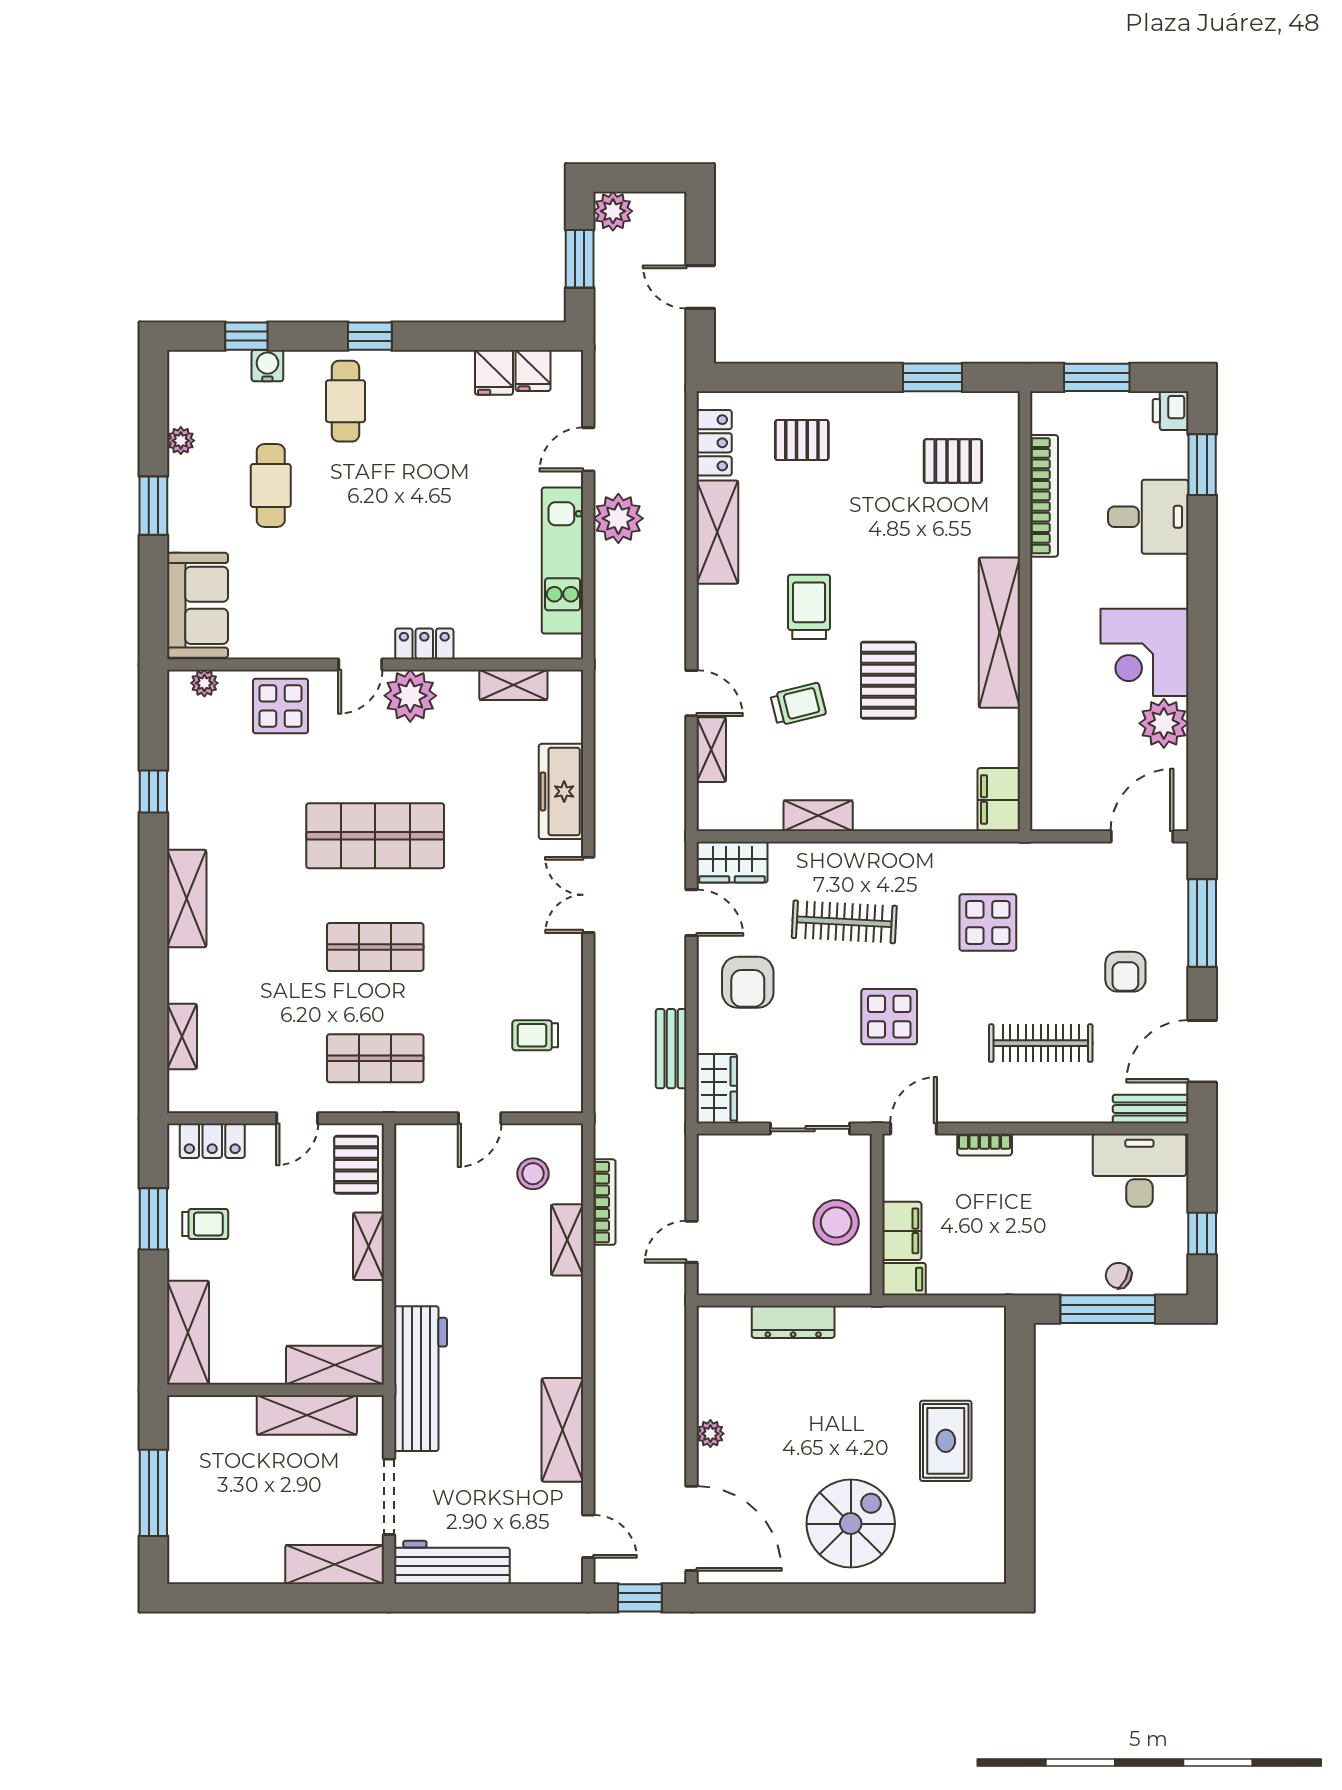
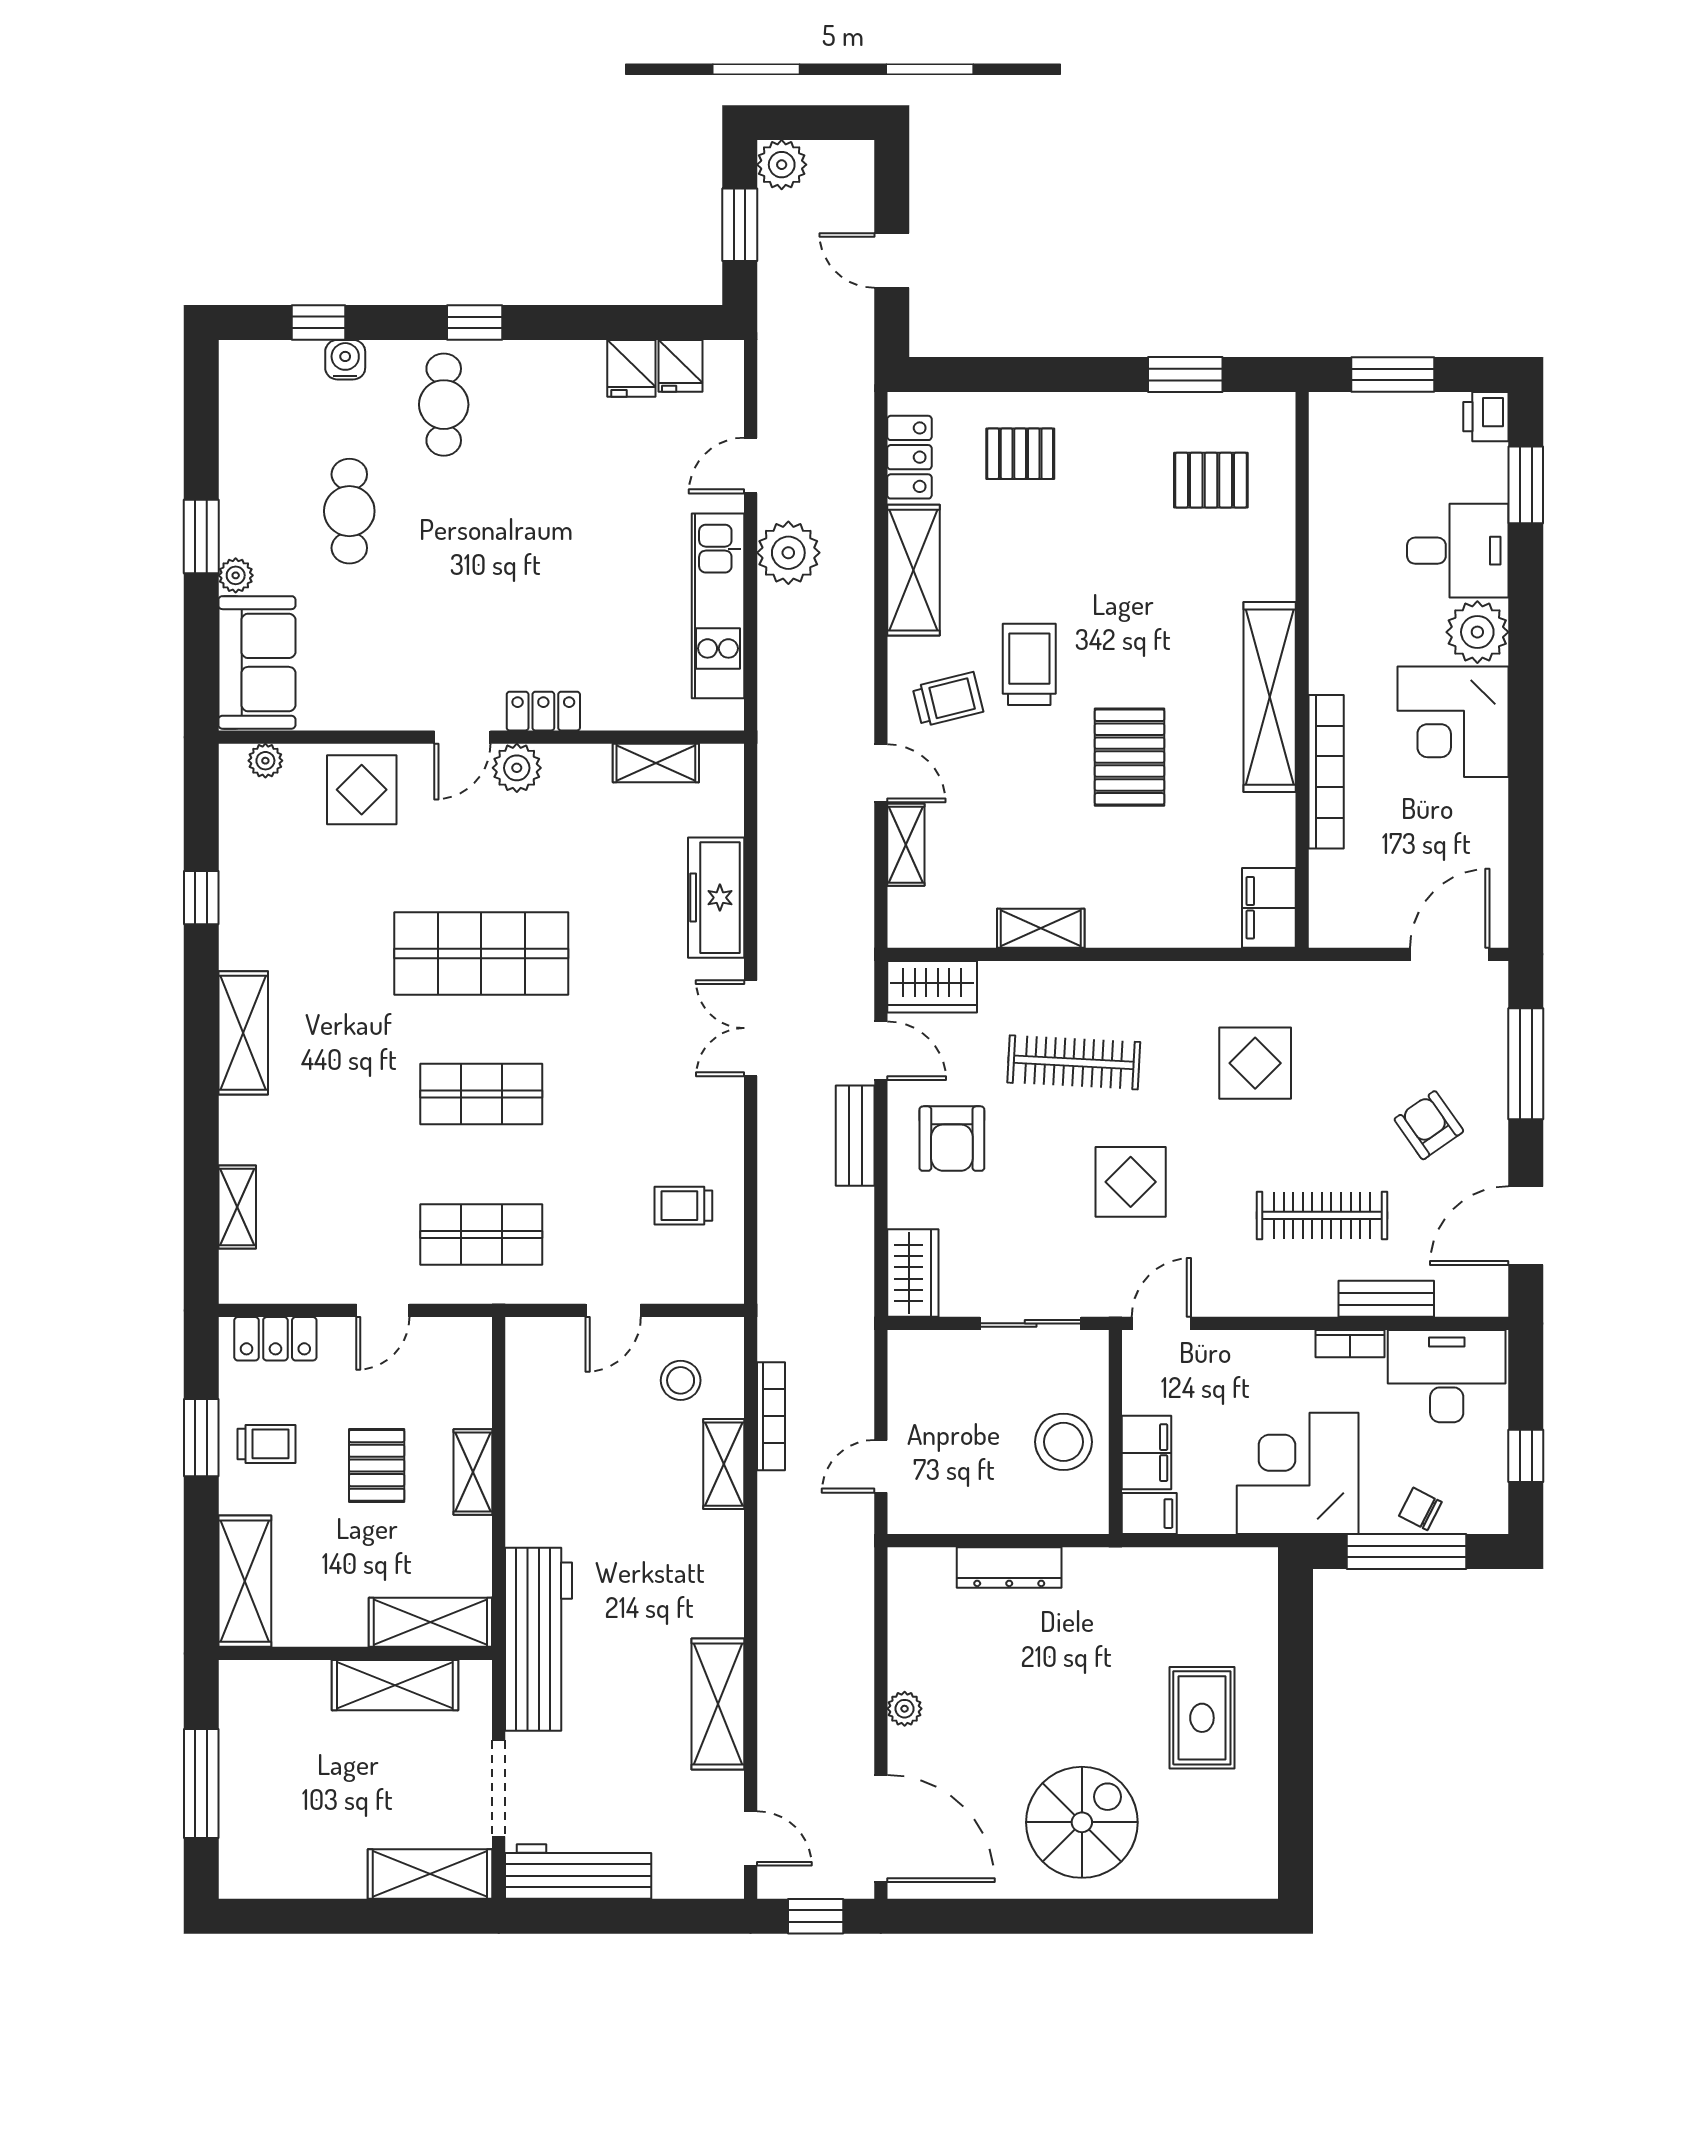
plant: (181, 441) -> (236, 575), moved
bookcase: (1044, 496) -> (1326, 772), moved
plant: (410, 696) -> (517, 768), width x0.73, depth x0.73
trolley: (798, 704) -> (948, 699), moved
plant: (1164, 723) -> (1477, 632), moved
armchair: (1125, 972) -> (1429, 1125), turned 145
bench: (671, 1049) -> (855, 1136), moved
bench: (1151, 1109) -> (1386, 1299), moved
bookcase: (985, 1145) -> (1350, 1344), moved
pallet: (356, 1165) -> (377, 1465), moved
corner desk: (1021, 1247) -> (1298, 1473), added

